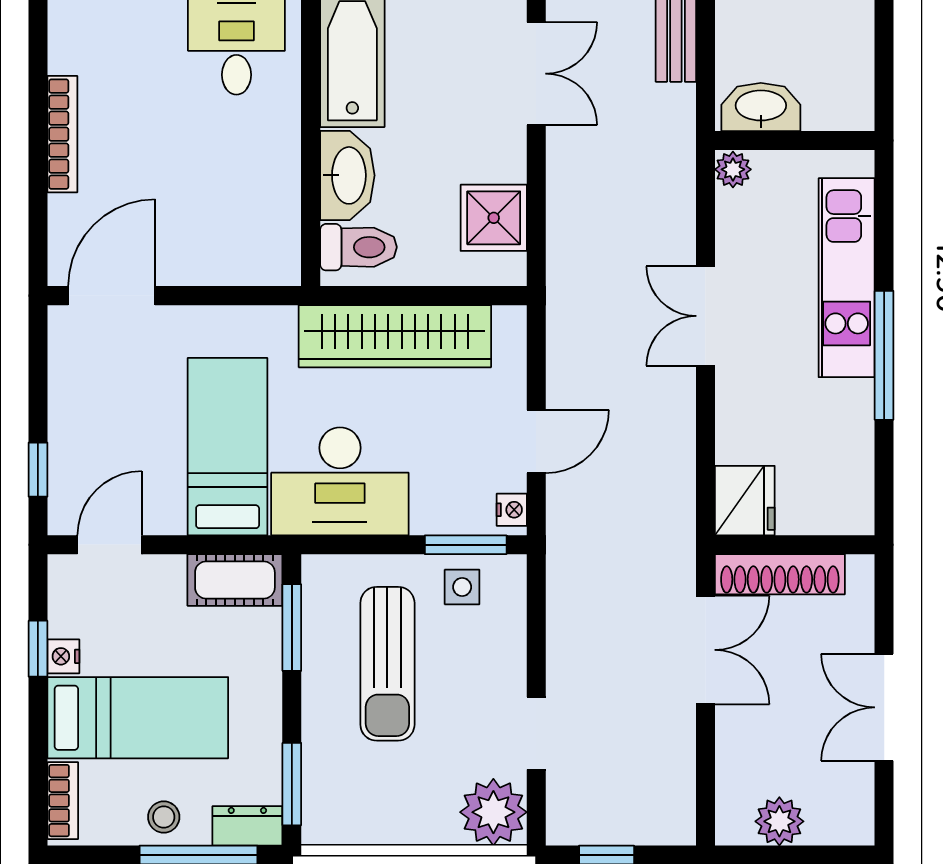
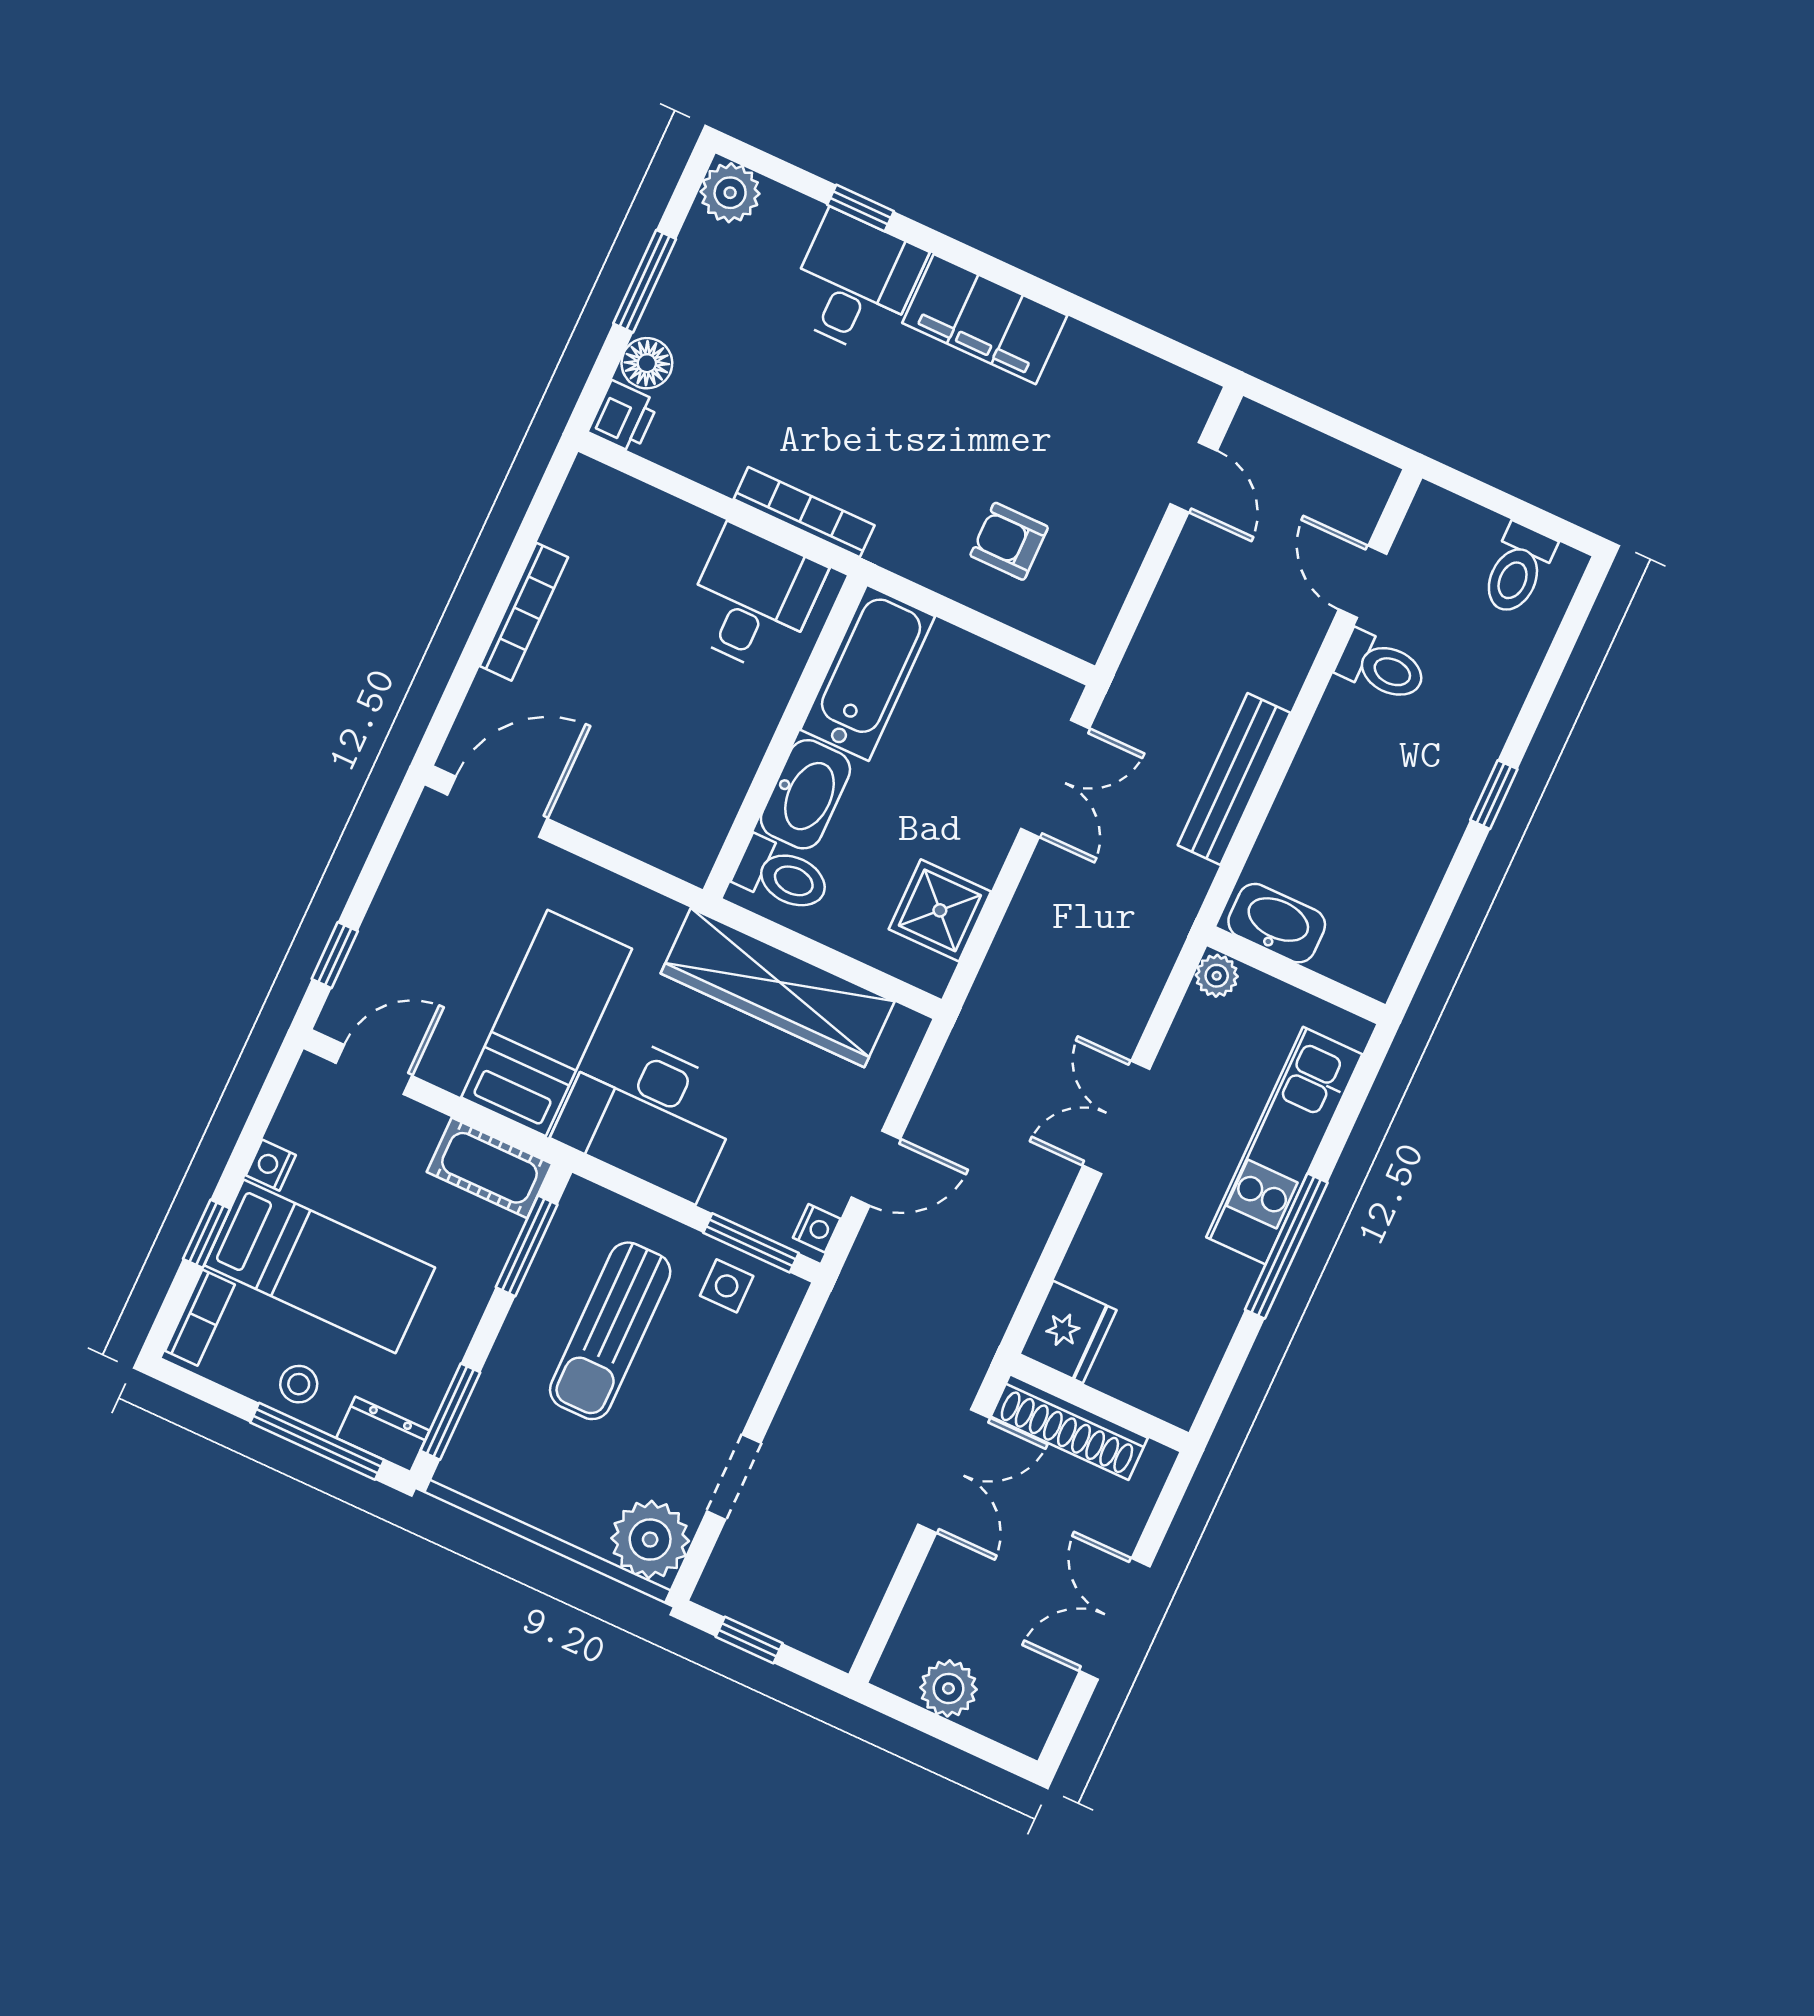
window: (38, 649) -> (207, 1234), moved

